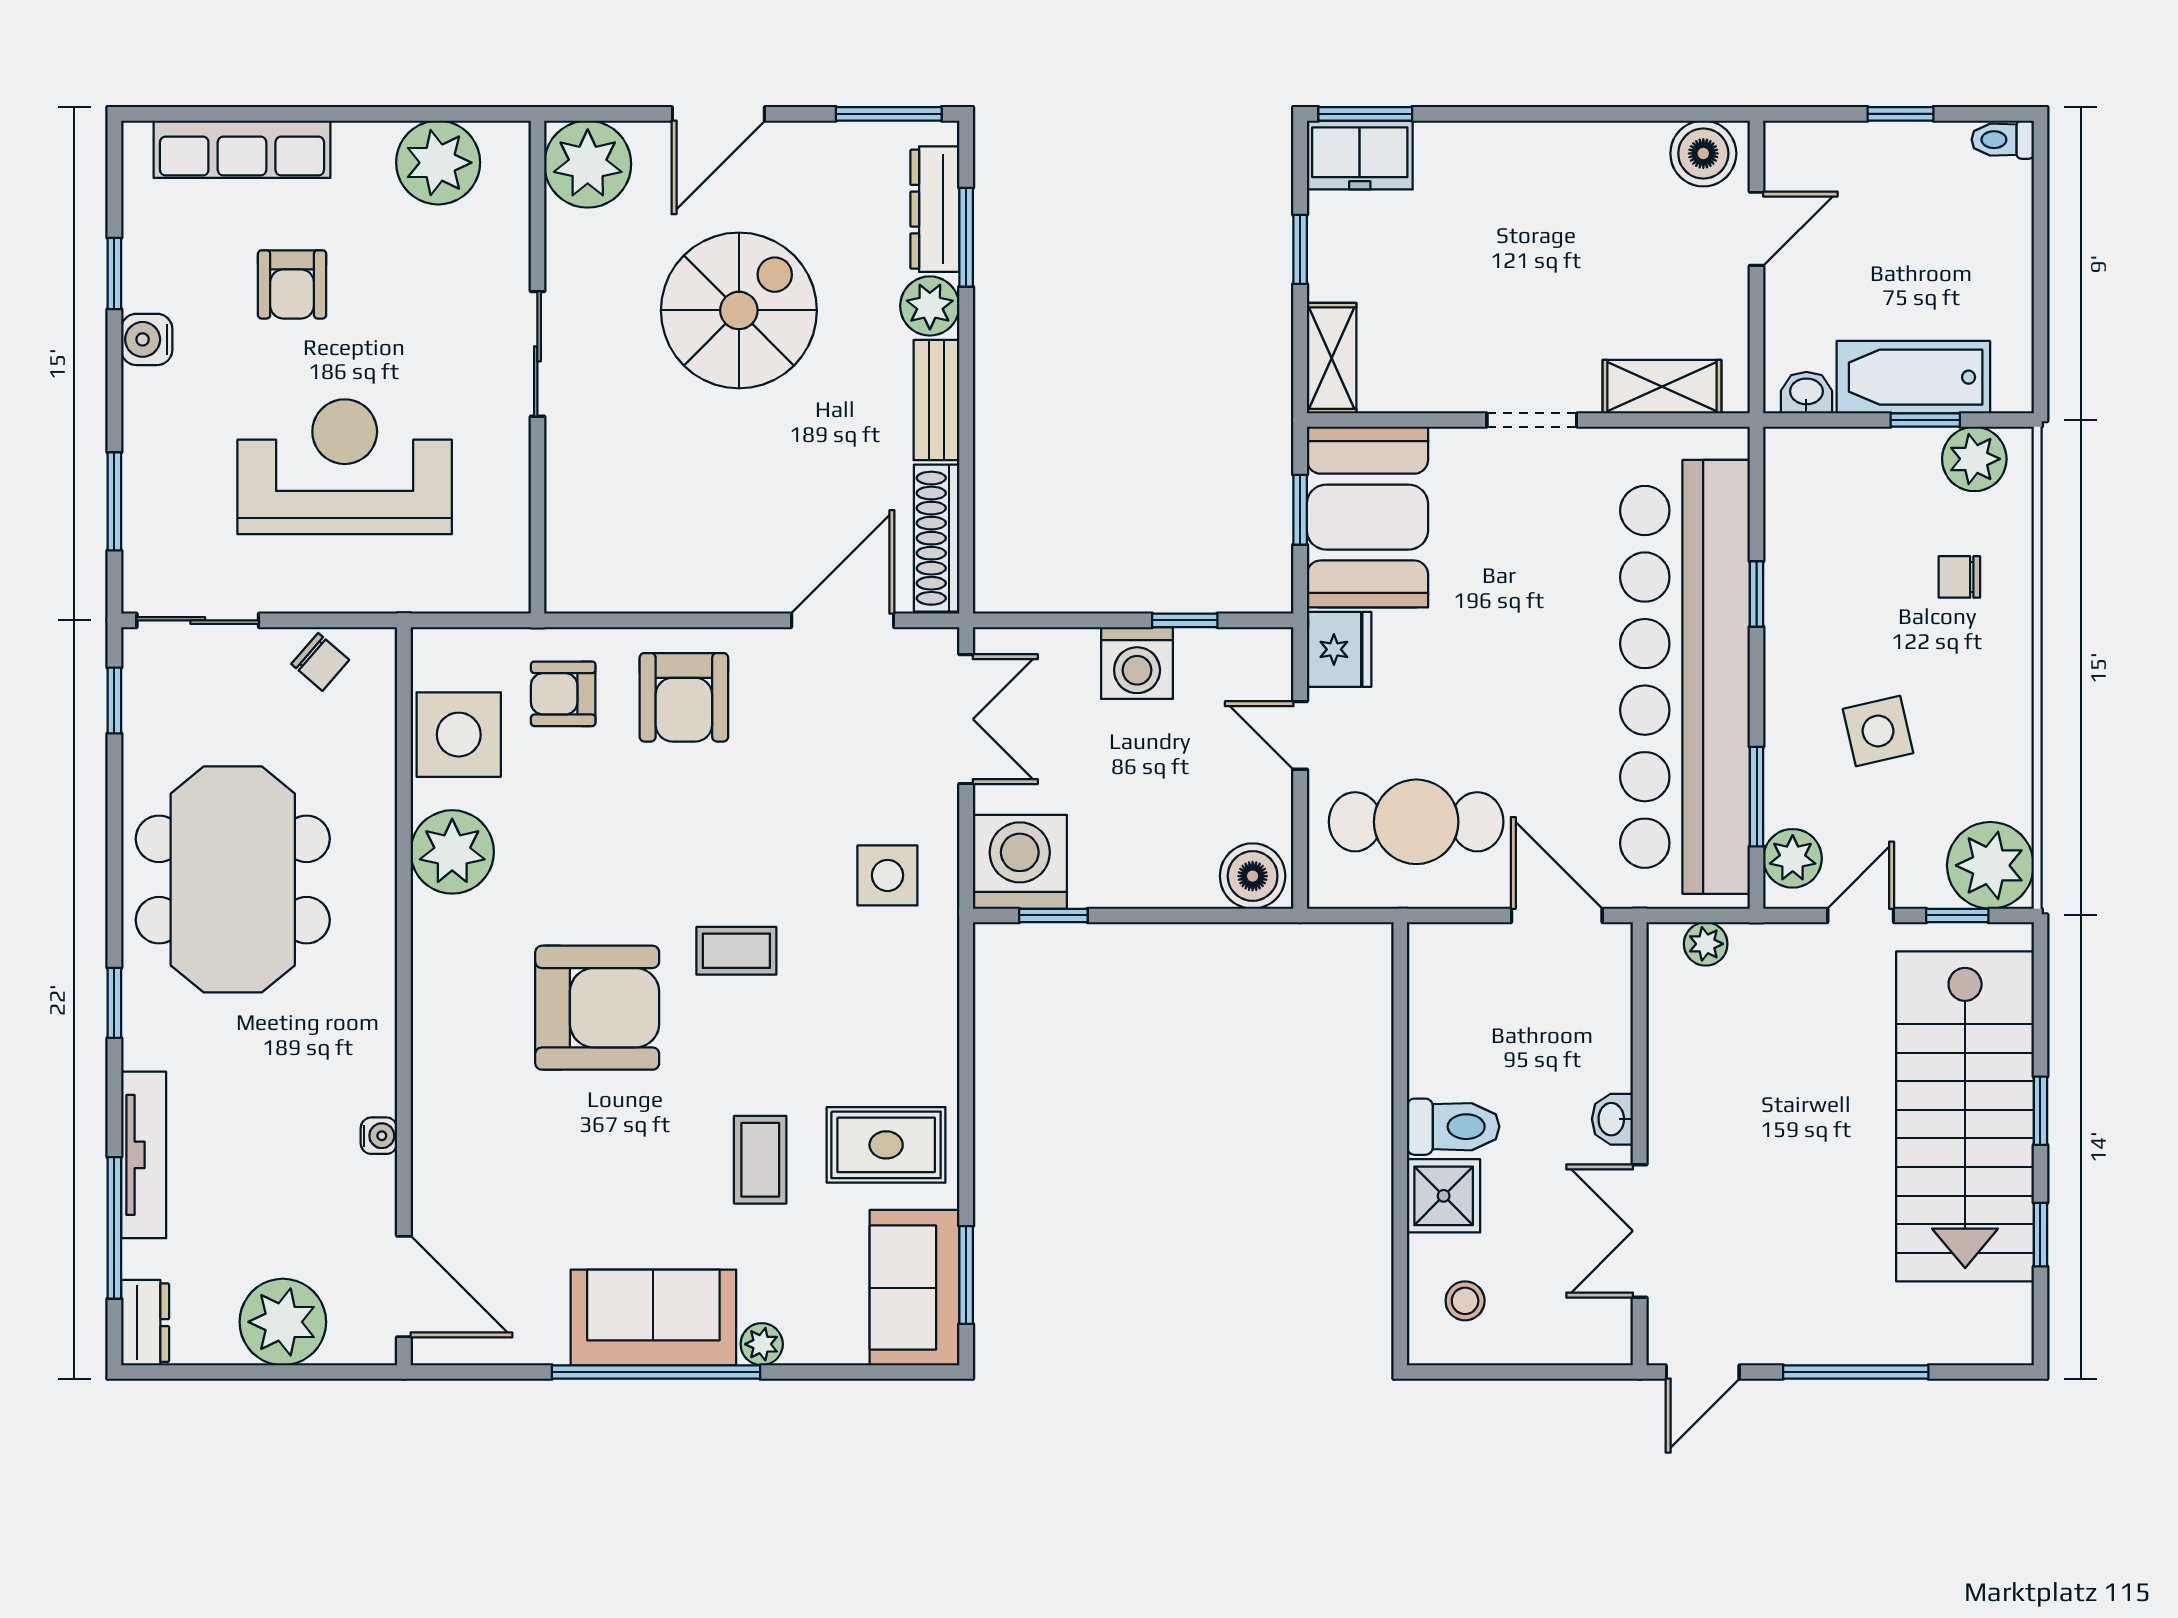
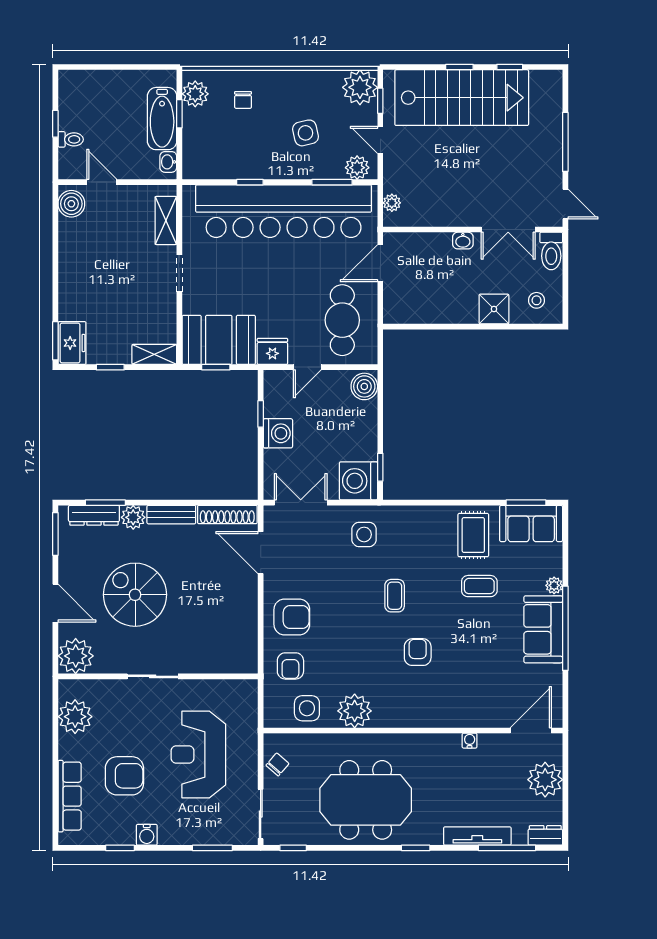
toilet: (2003, 140) -> (71, 139), moved, turned -90
armchair: (292, 284) -> (124, 776), width x1.38, depth x1.38
side table: (459, 735) -> (307, 708), width x0.73, depth x0.73
armchair: (597, 1008) -> (418, 652), width x0.53, depth x0.53
toilet: (1453, 1127) -> (551, 251), moved, turned 180

